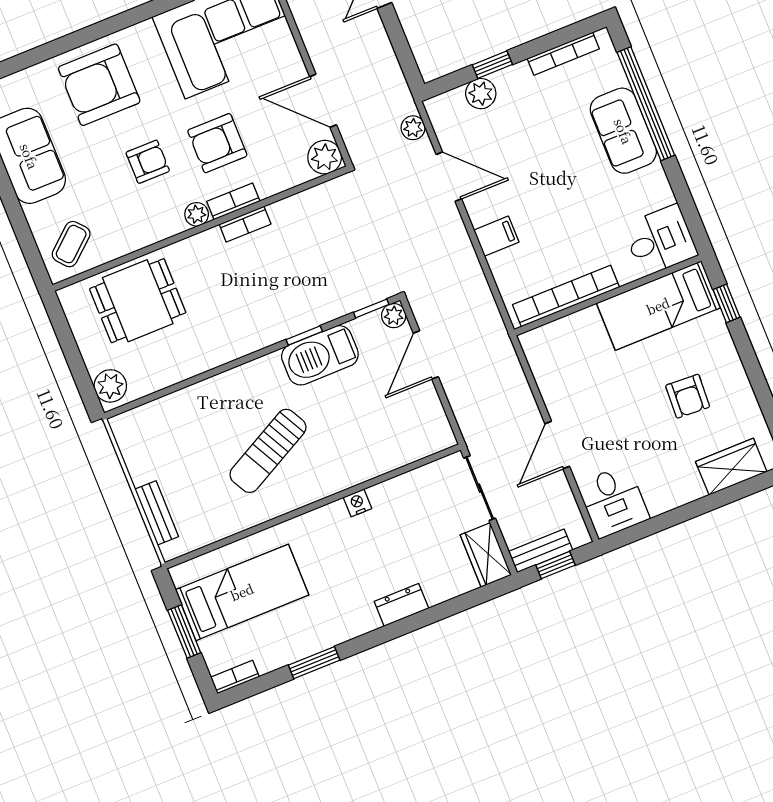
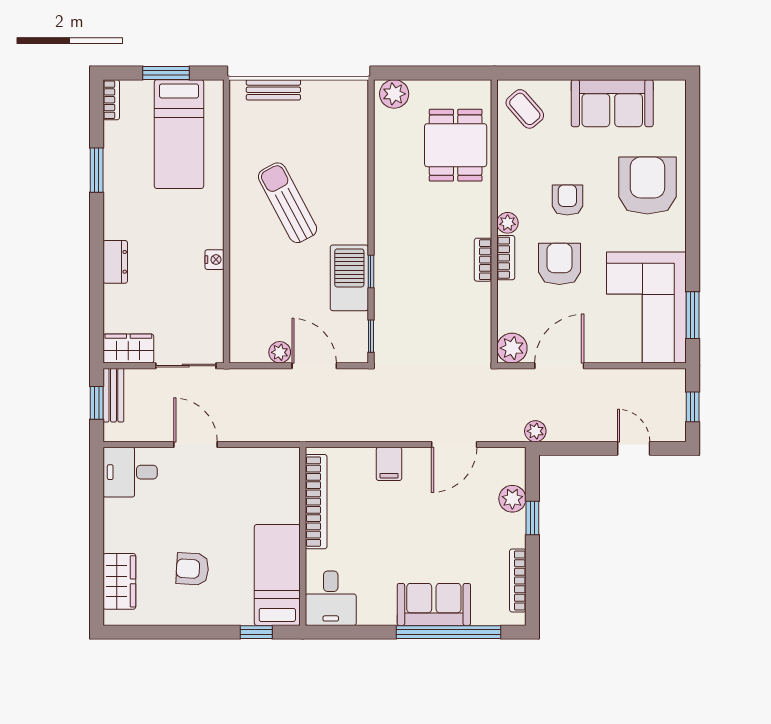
plant: (413, 128) -> (535, 431), moved
armchair: (148, 162) -> (567, 200), turned 180
plant: (394, 316) -> (280, 352), moved

